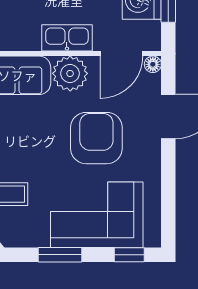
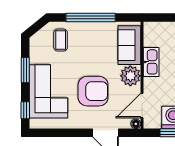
kitchen sink: (67, 38) -> (151, 62), moved
door: (121, 54) -> (142, 106), hinge flipped

